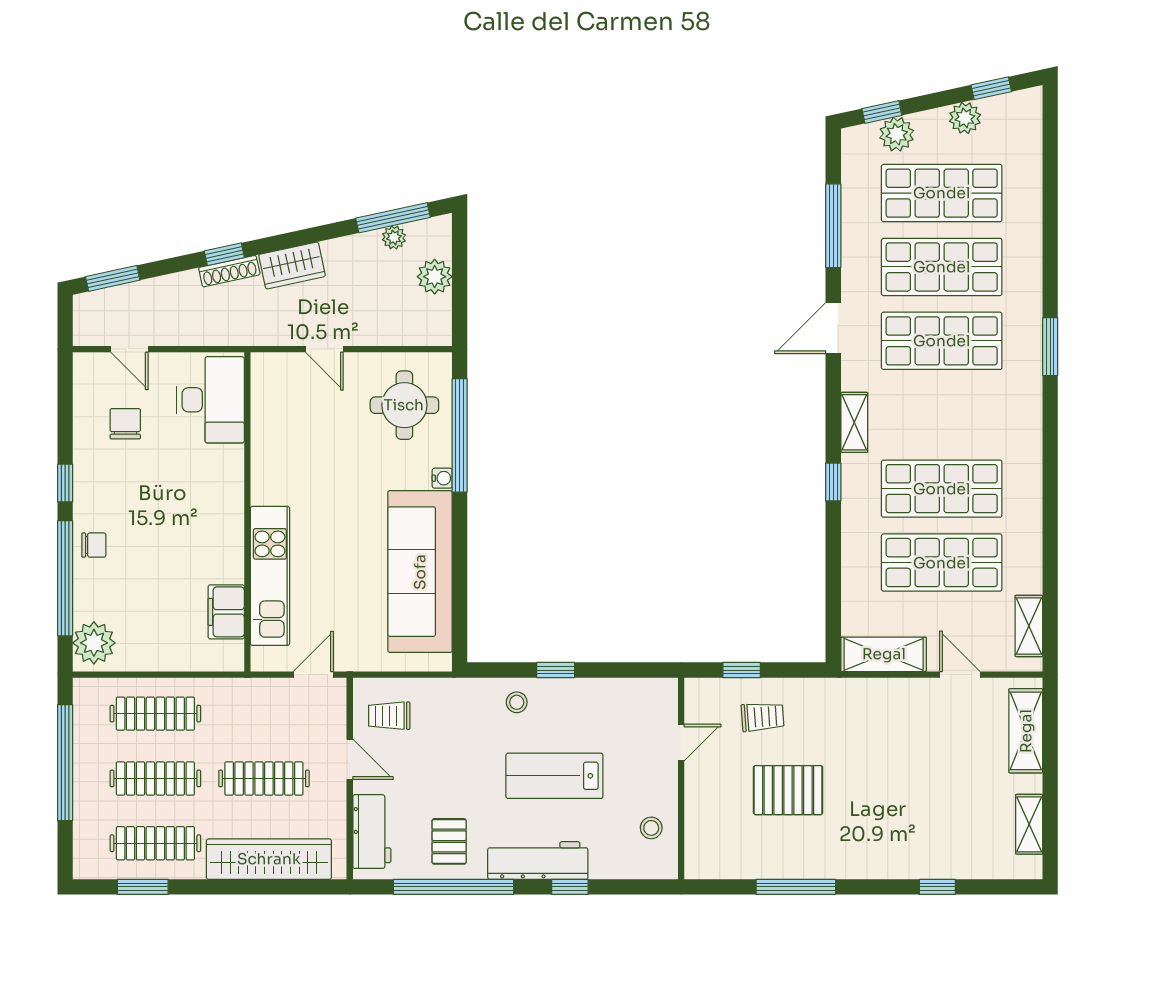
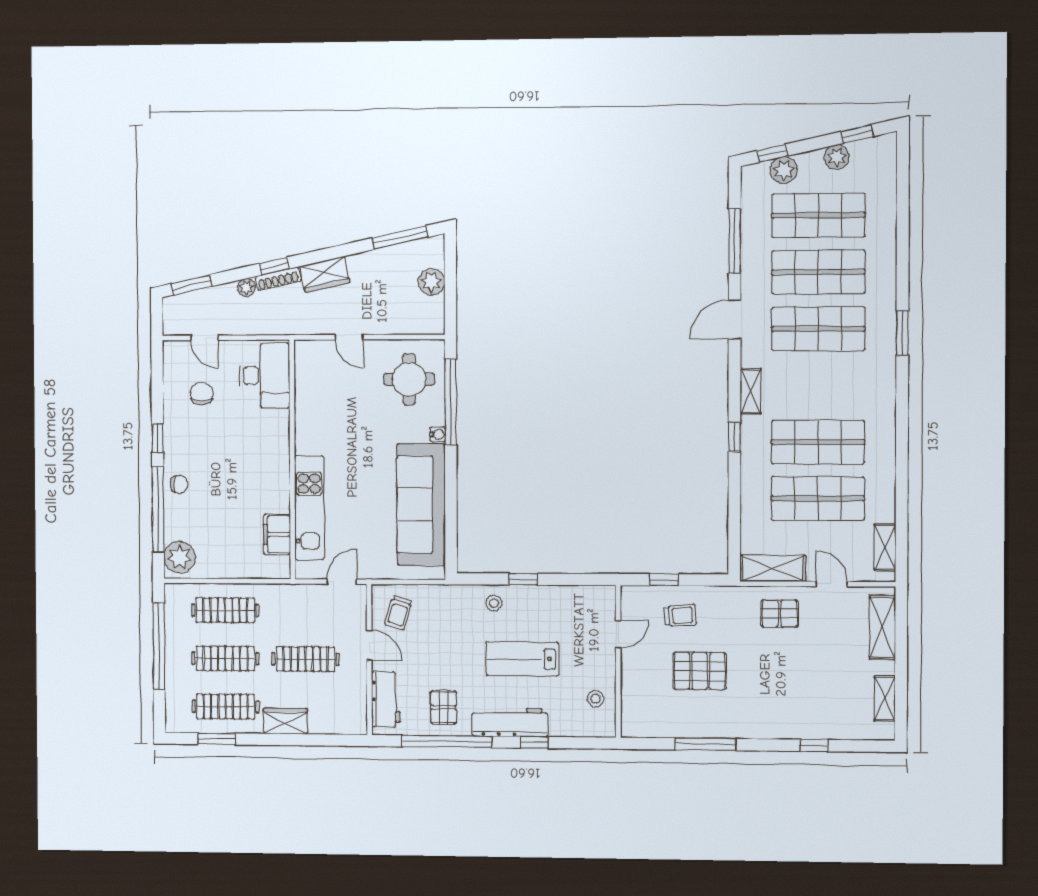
plant: (394, 237) -> (247, 287), moved
pallet: (892, 714) -> (779, 614), added
trolley: (389, 716) -> (398, 613), turned -74
wardrobe: (269, 859) -> (285, 721), width x0.48, depth x0.85

